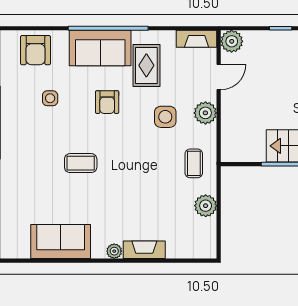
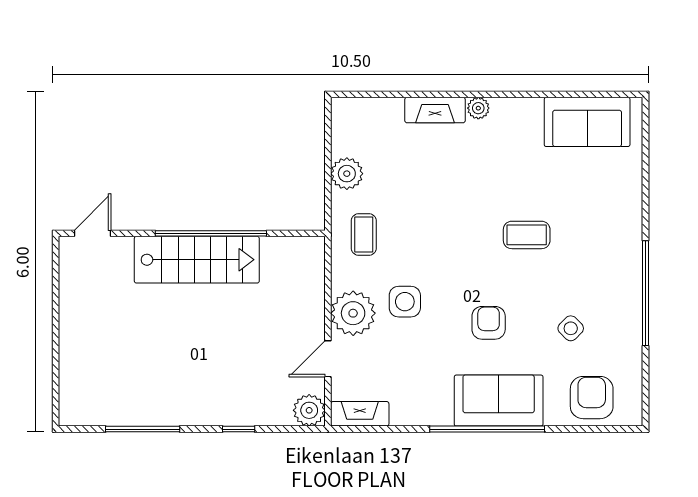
rug: (146, 65) -> (432, 376), removed
side table: (50, 98) -> (571, 328), turned 45
plant: (205, 113) -> (353, 313), width x1.36, depth x1.36
sofa: (61, 242) -> (587, 122), moved

